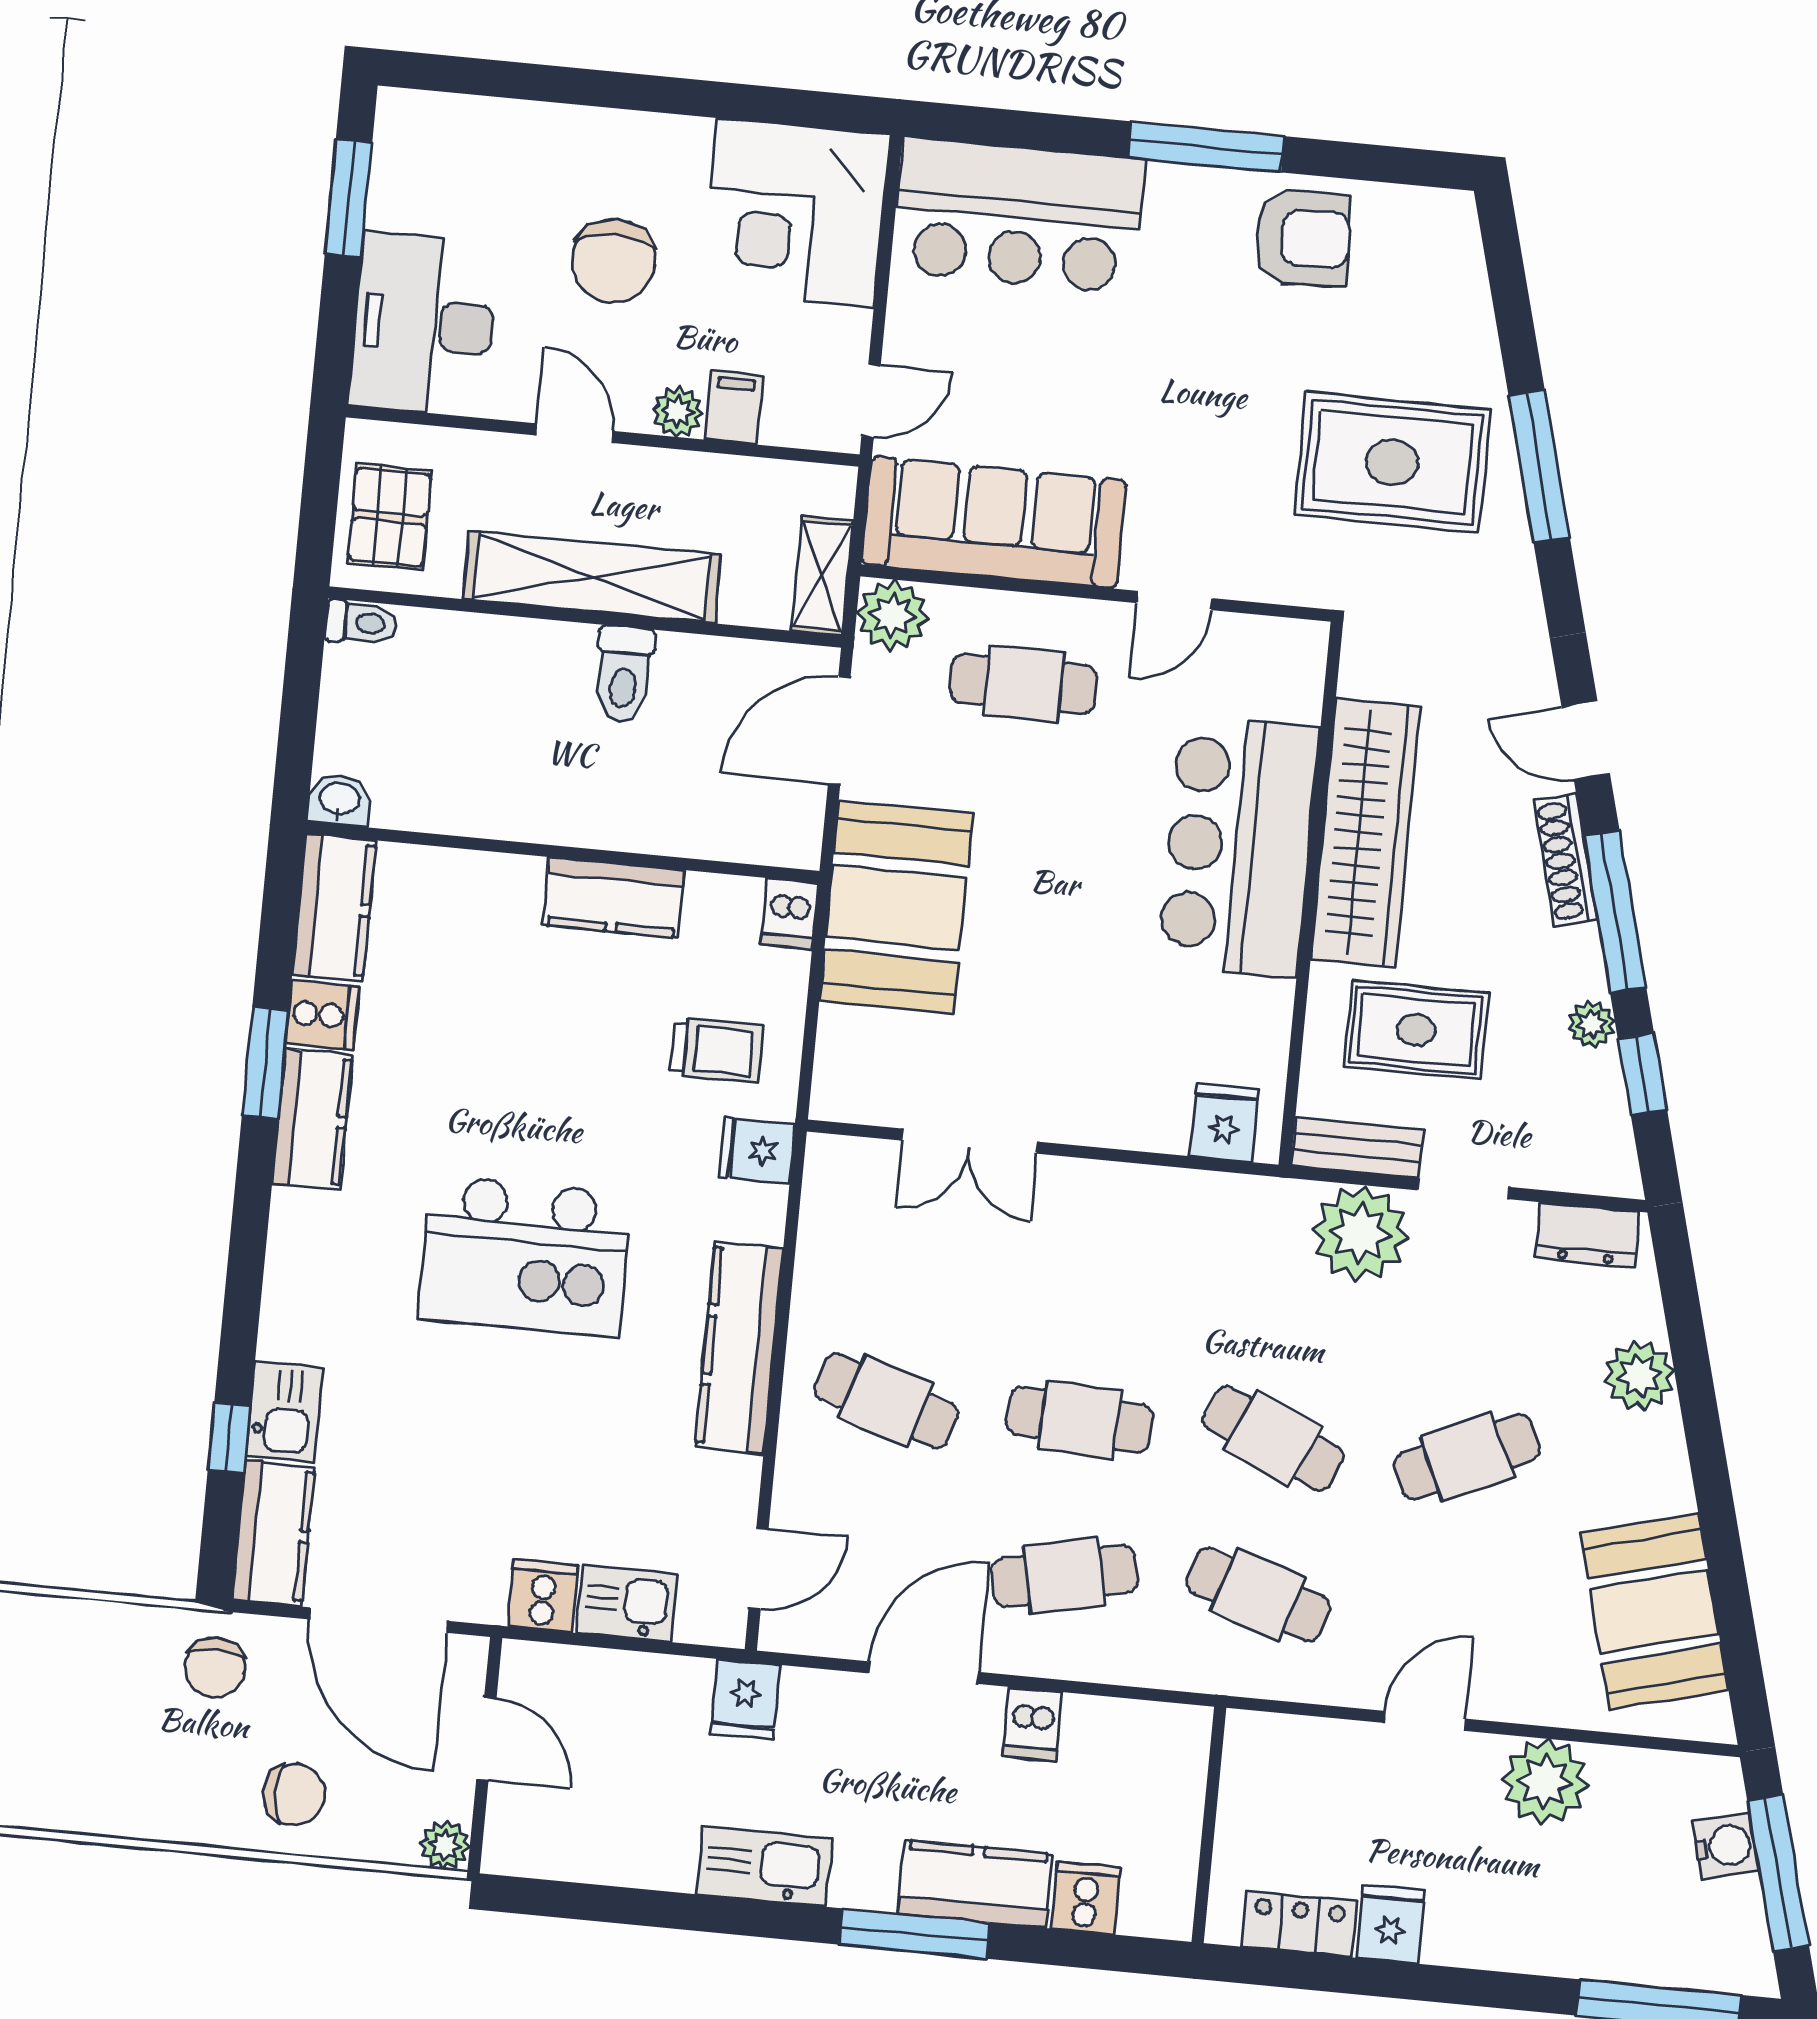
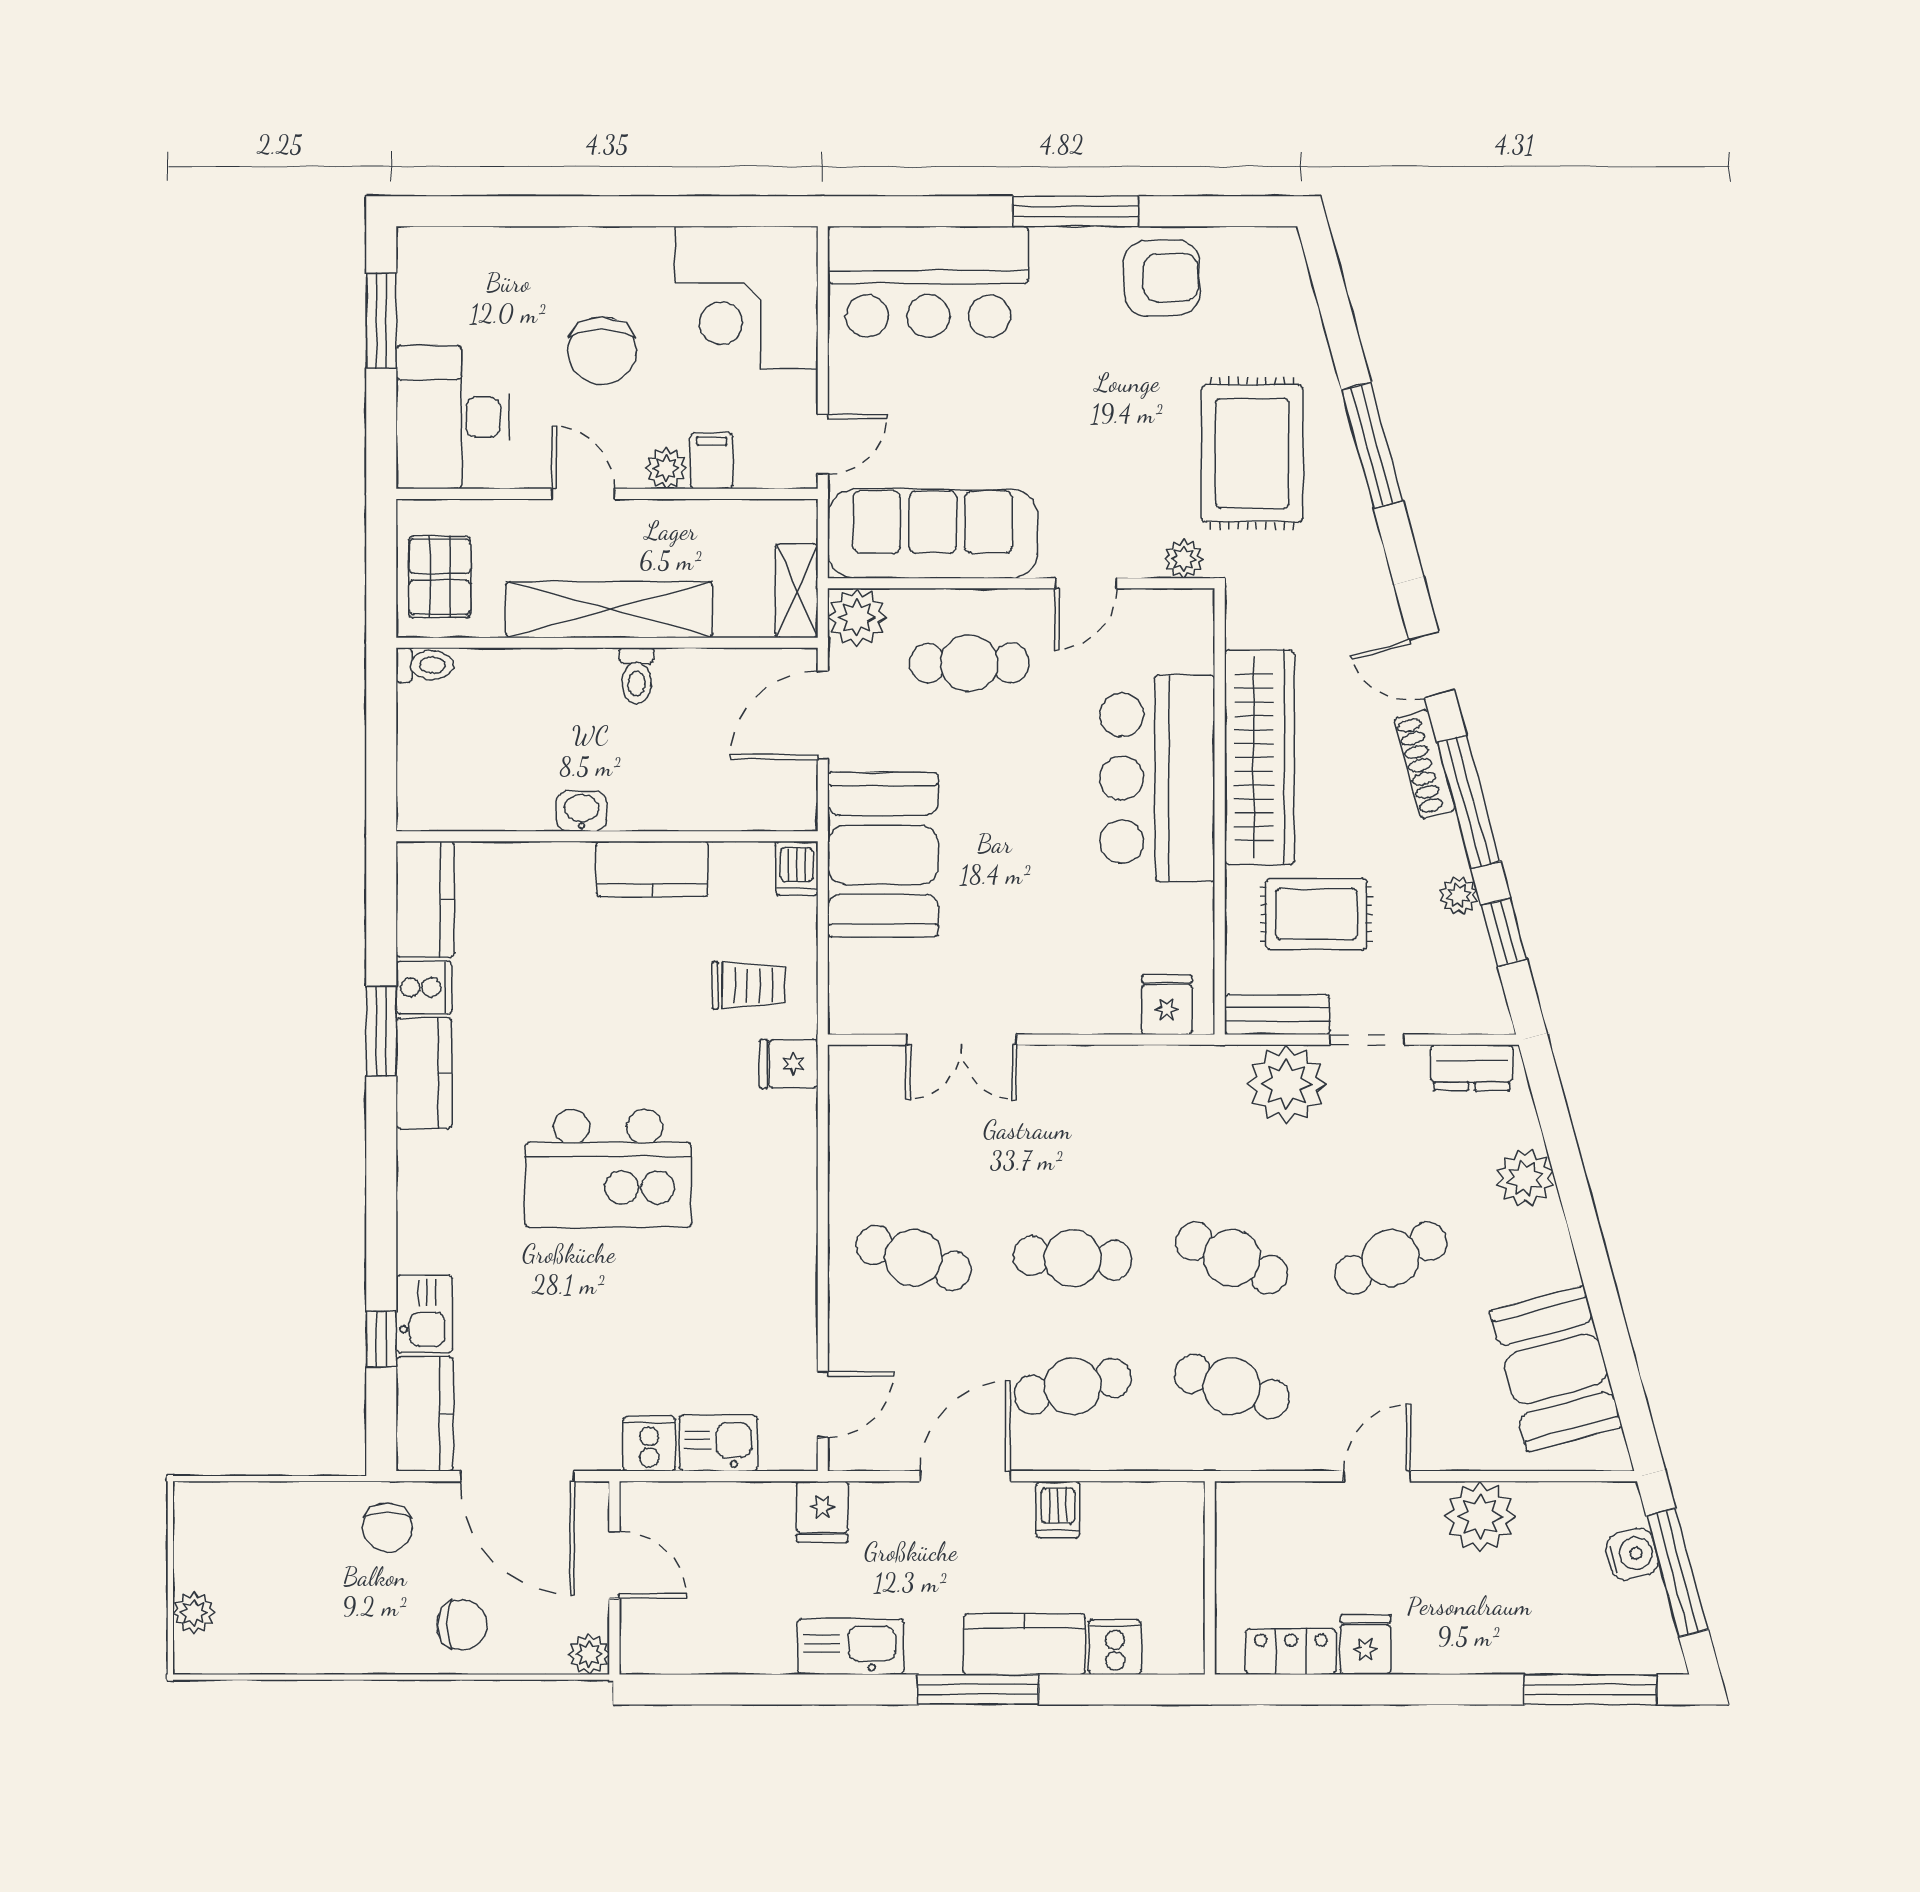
rug: (1392, 462) -> (1252, 453), turned 90
plant: (1297, 583) -> (1184, 559), added
toilet: (624, 674) -> (637, 676), width x0.73, depth x0.72
washbasin: (339, 800) -> (581, 811), moved
kitchen counter: (739, 1348) -> (790, 1226), removed

